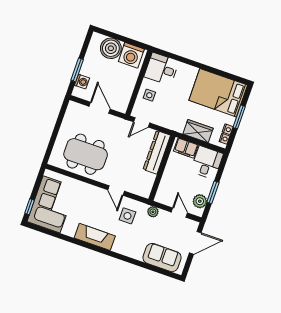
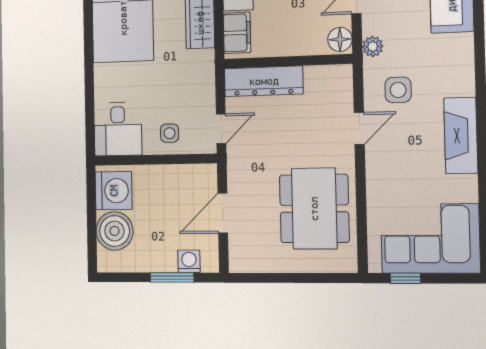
door: (142, 122) -> (221, 129), hinge flipped
floor lamp: (163, 197) -> (340, 39), added
window: (29, 207) -> (405, 278), moved

